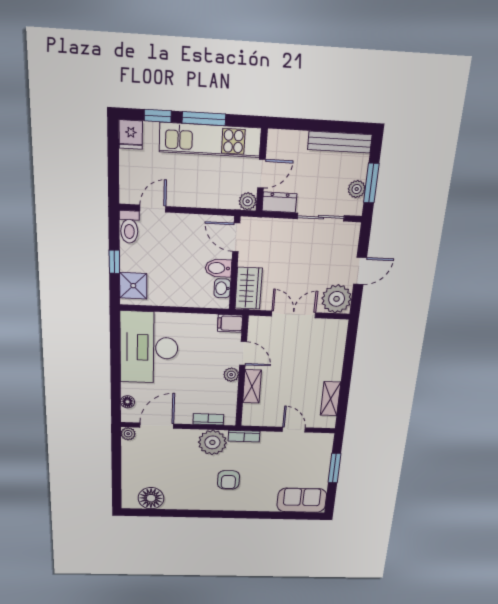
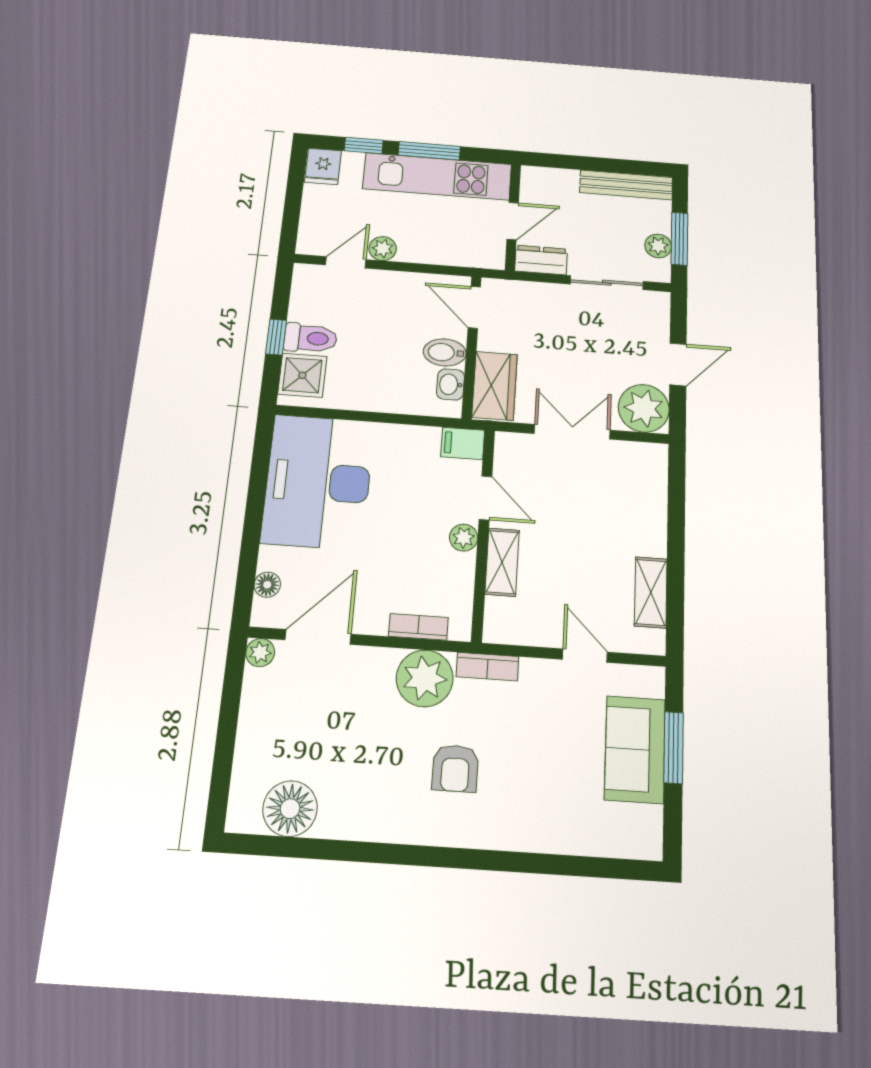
plant: (248, 201) -> (383, 249), moved
toilet: (129, 227) -> (311, 338), moved, turned -90
sofa: (302, 500) -> (635, 749), moved, turned -90

